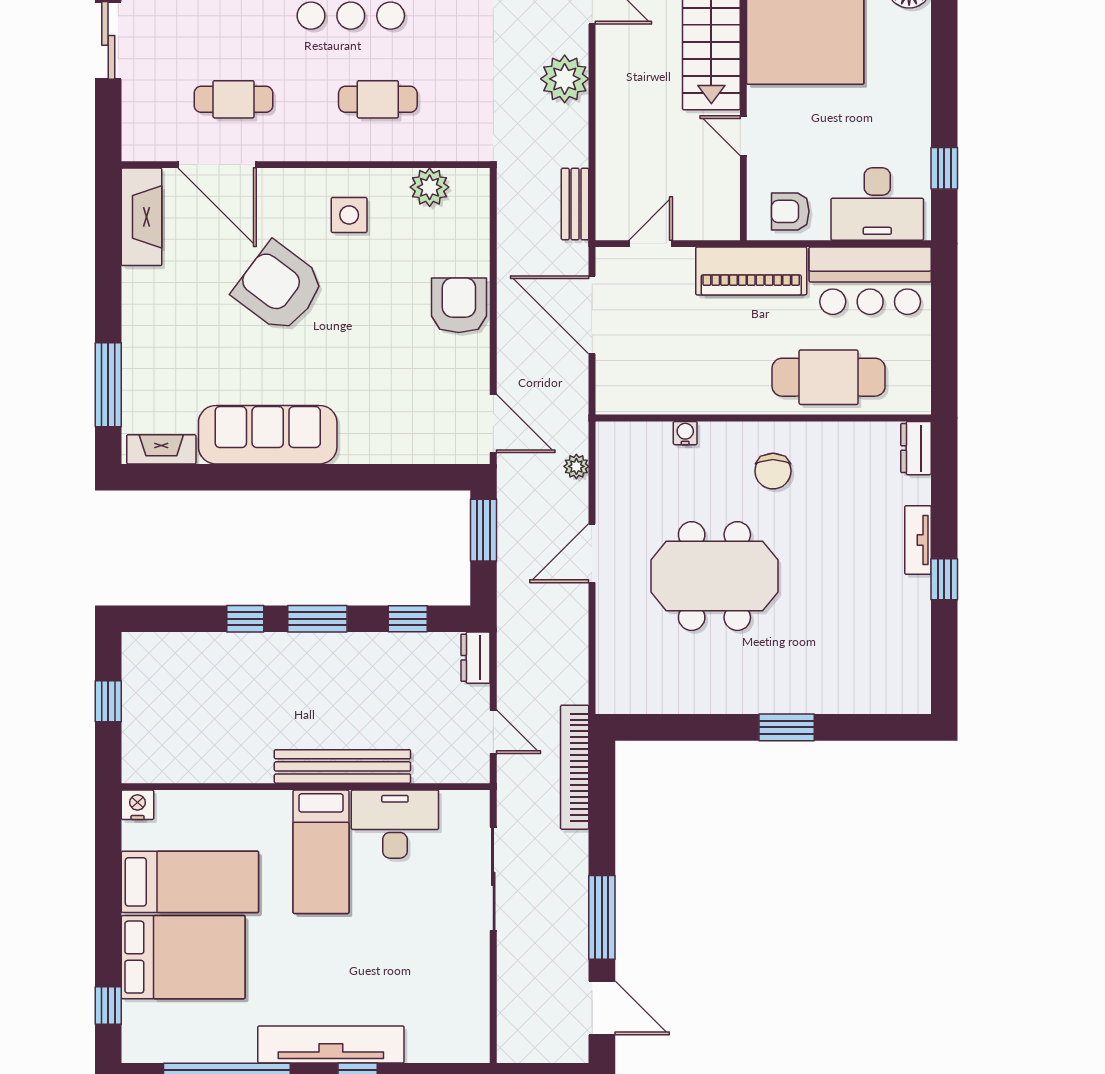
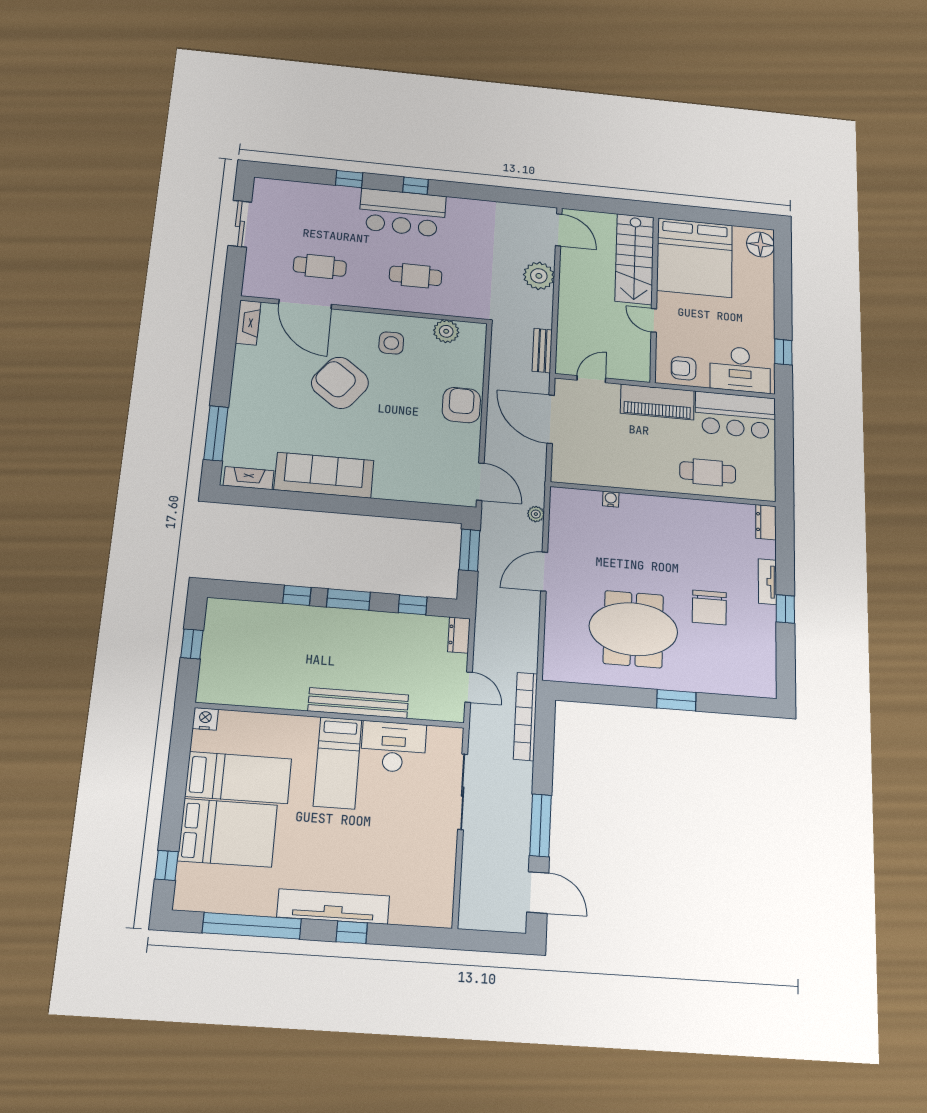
fireplace: (142, 217) -> (248, 323), width x0.73, depth x0.76
cafe table: (829, 377) -> (708, 472), width x0.73, depth x0.74
chair: (773, 471) -> (709, 607), moved, width x1.37, depth x1.37
meeting table: (714, 576) -> (633, 629), moved

